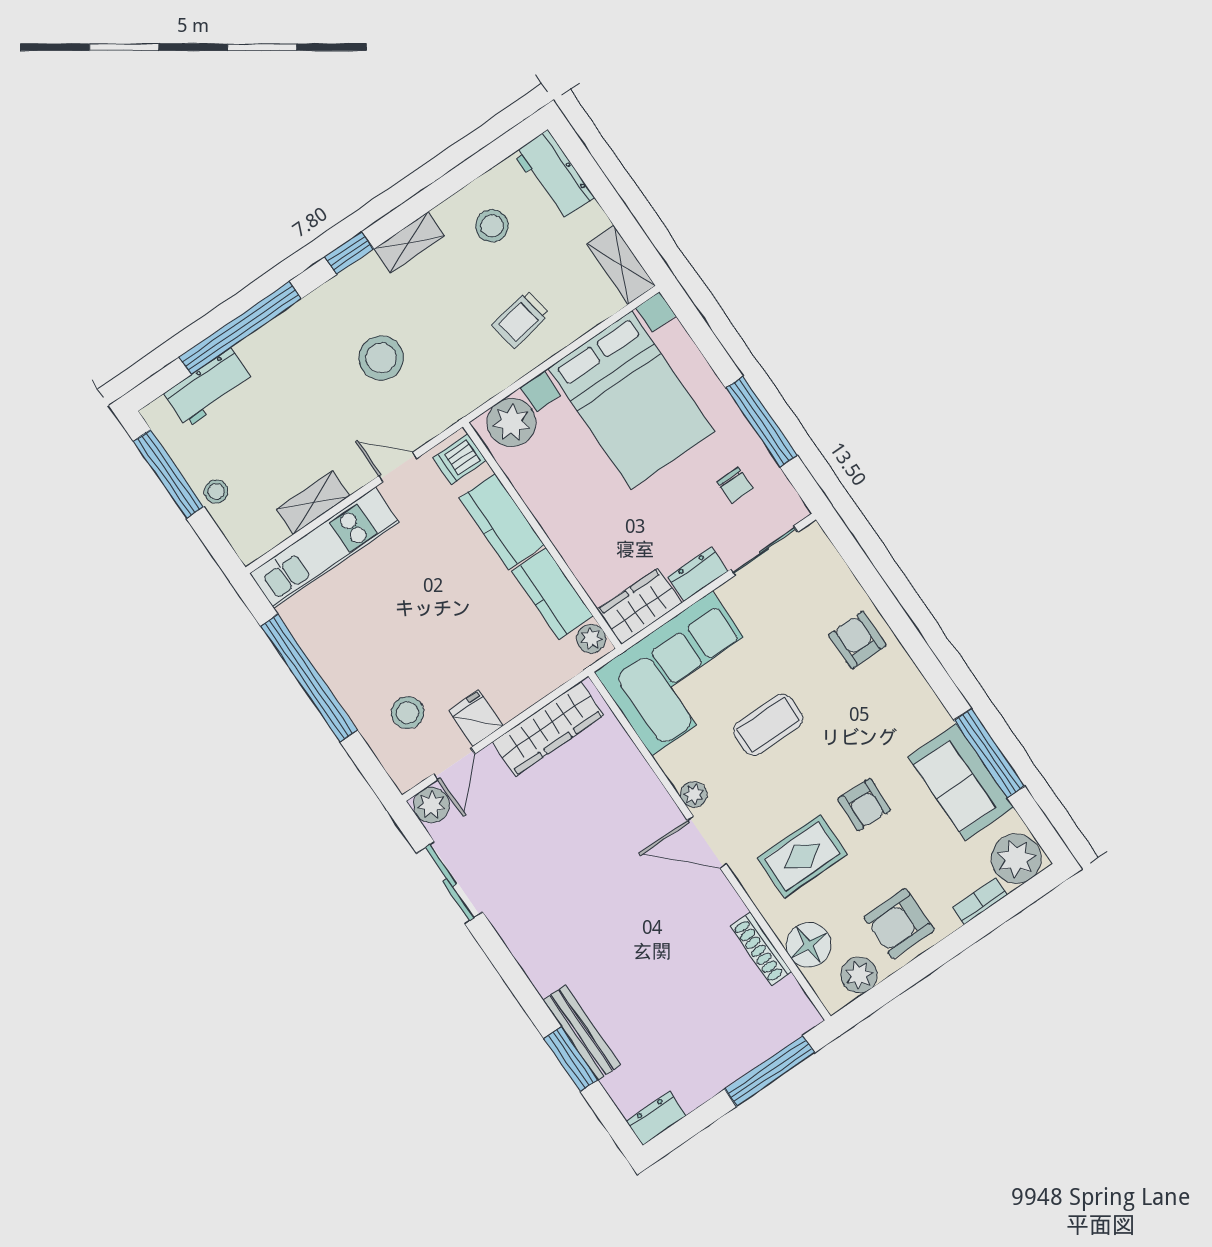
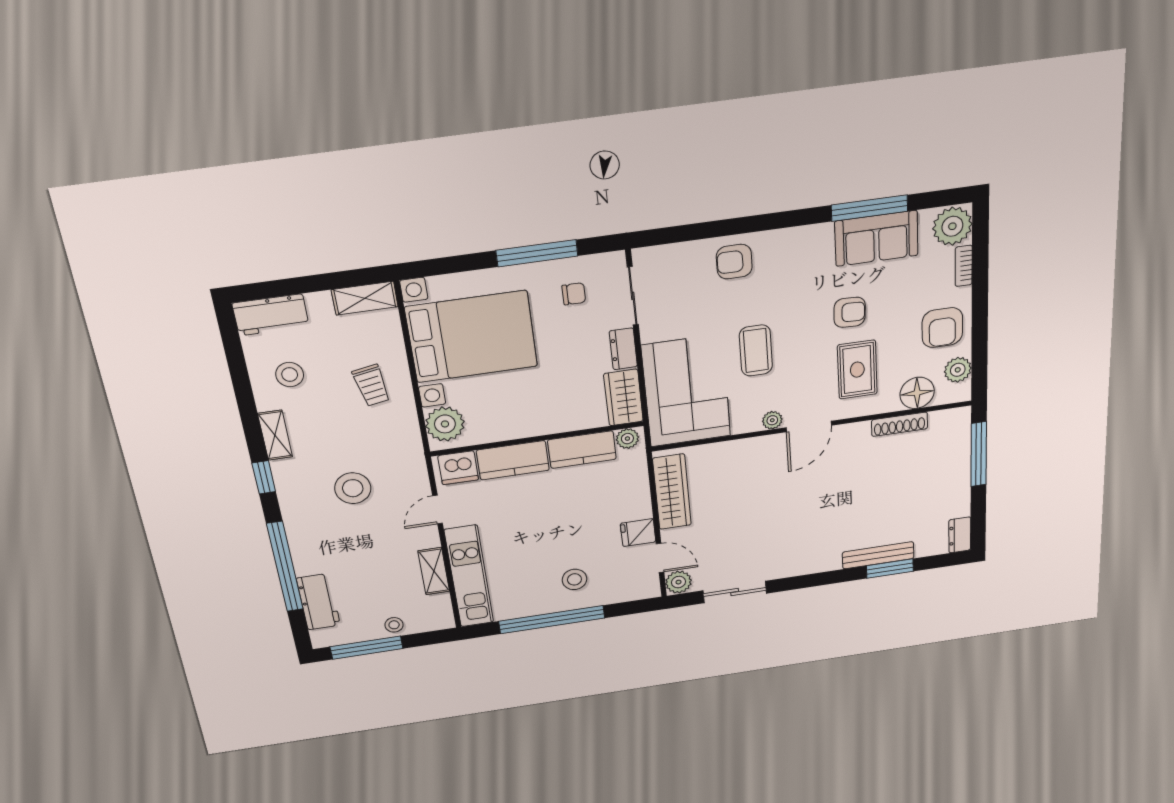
dishwasher: (460, 459) -> (458, 468), width x1.38
stool: (408, 713) -> (574, 579), moved

